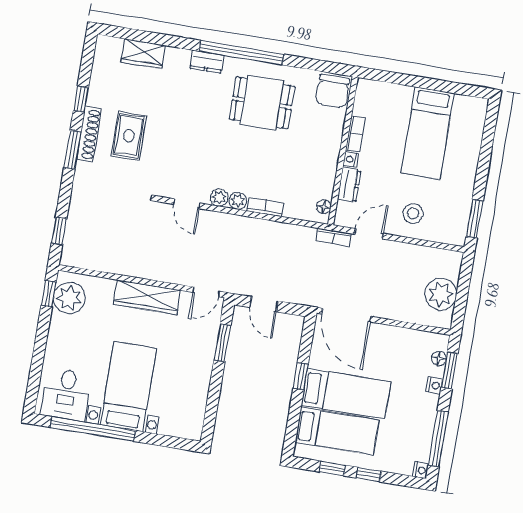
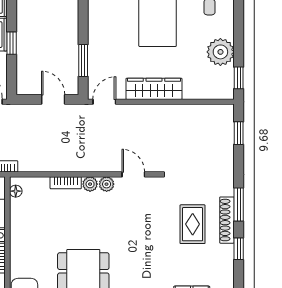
plant: (69, 298) -> (220, 52), moved

